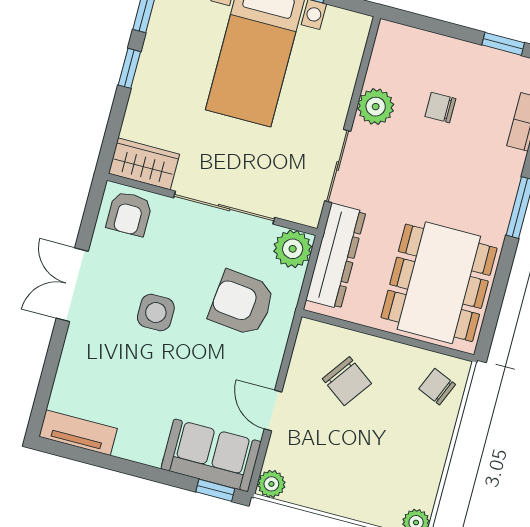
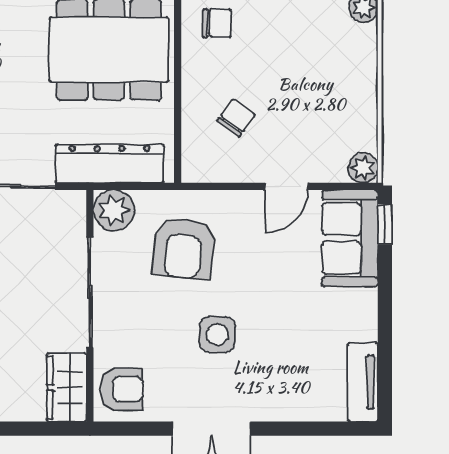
chair: (347, 381) -> (236, 118), width x0.73, depth x0.73
chair: (437, 387) -> (217, 23), turned -113

